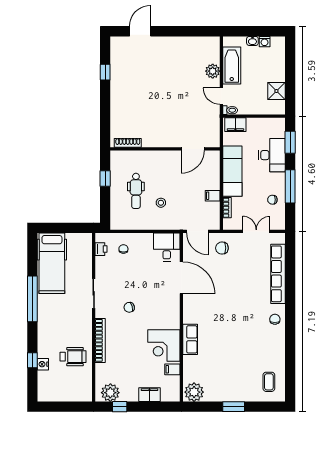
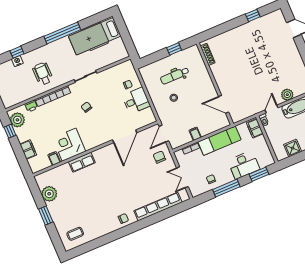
double door: (256, 231) -> (182, 177), swing flipped
desk: (167, 247) -> (136, 101), moved
printer: (101, 249) -> (31, 106), moved
wheelchair: (73, 357) -> (43, 74), moved, turned 180
plant: (194, 392) -> (49, 194), moved

